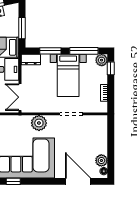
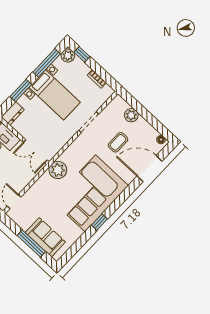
plant: (39, 123) -> (58, 170), moved
coffee table: (76, 145) -> (118, 142), added
plant: (101, 160) -> (131, 115), moved

